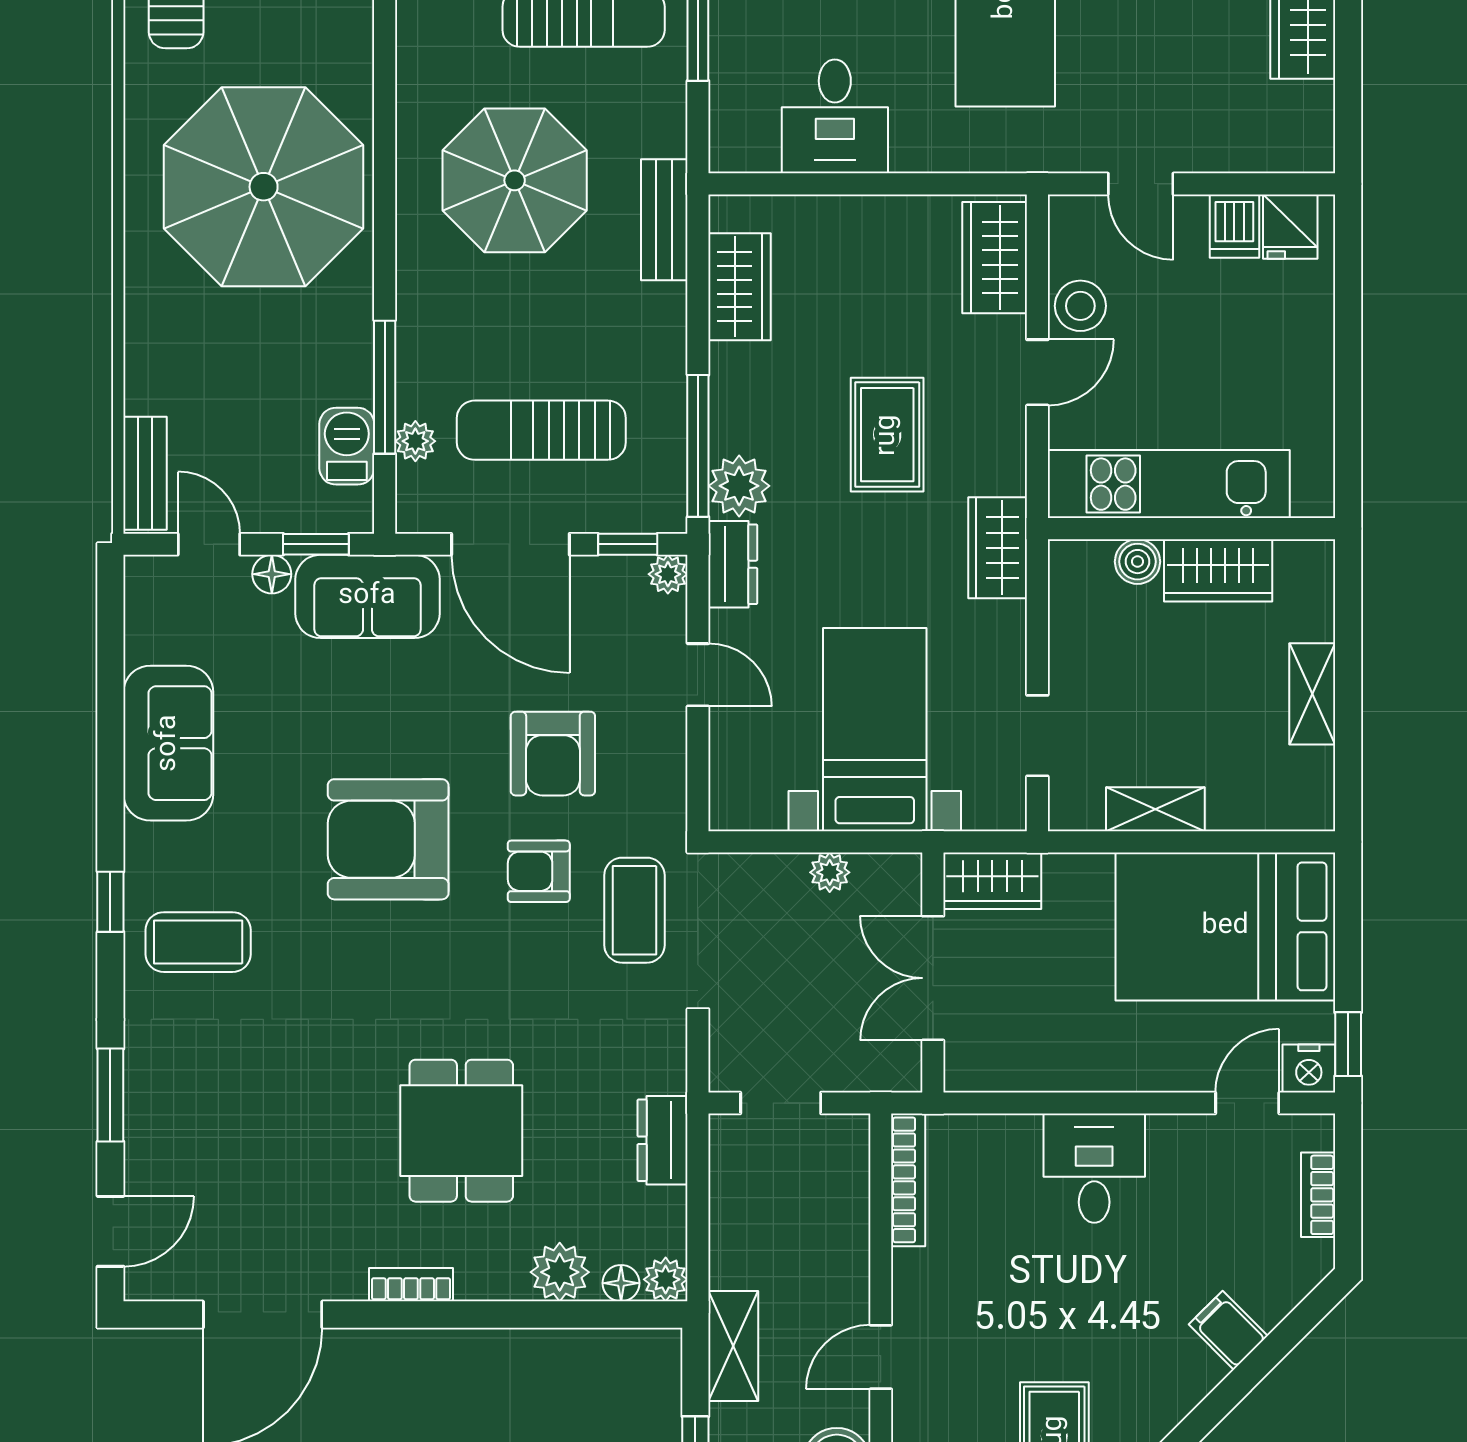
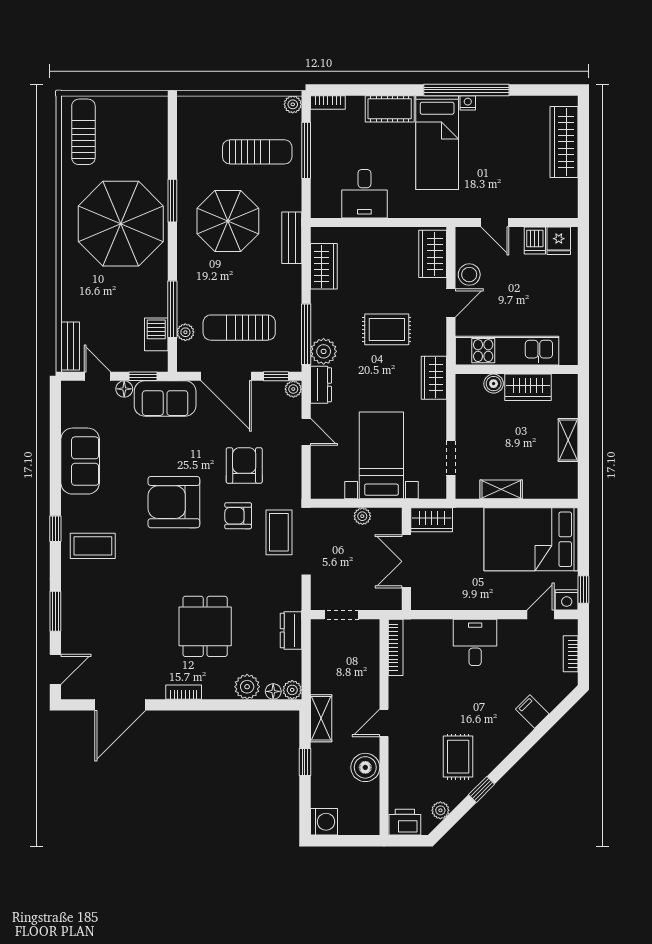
window: (385, 133) -> (172, 201), added
rug: (887, 435) -> (387, 329), turned 90
armchair: (553, 754) -> (244, 466), turned 180

